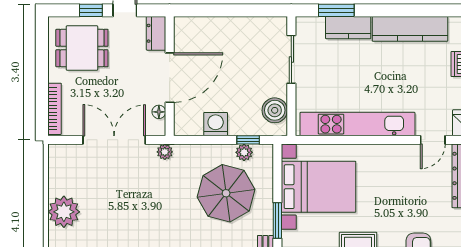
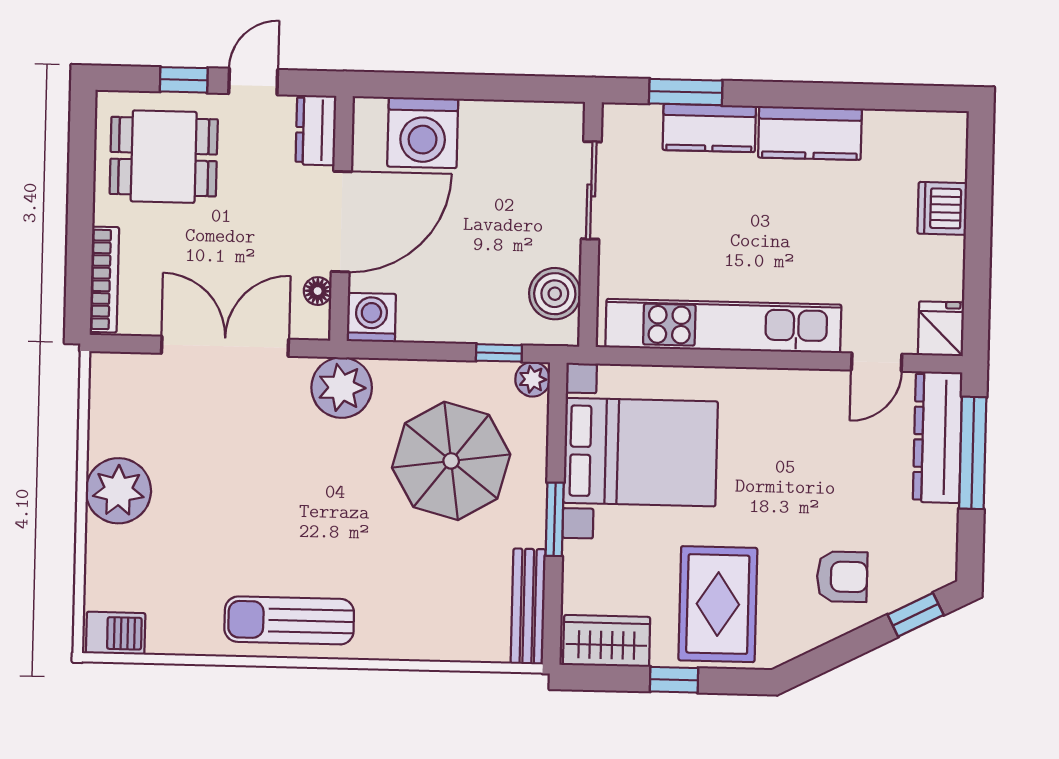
kitchen counter: (410, 29) -> (810, 133), width x0.67
washing machine: (208, 33) -> (423, 133), added
washing machine: (216, 124) -> (371, 318), moved
plant: (165, 152) -> (342, 388), width x1.88, depth x1.88
plant: (244, 152) -> (533, 379), moved

